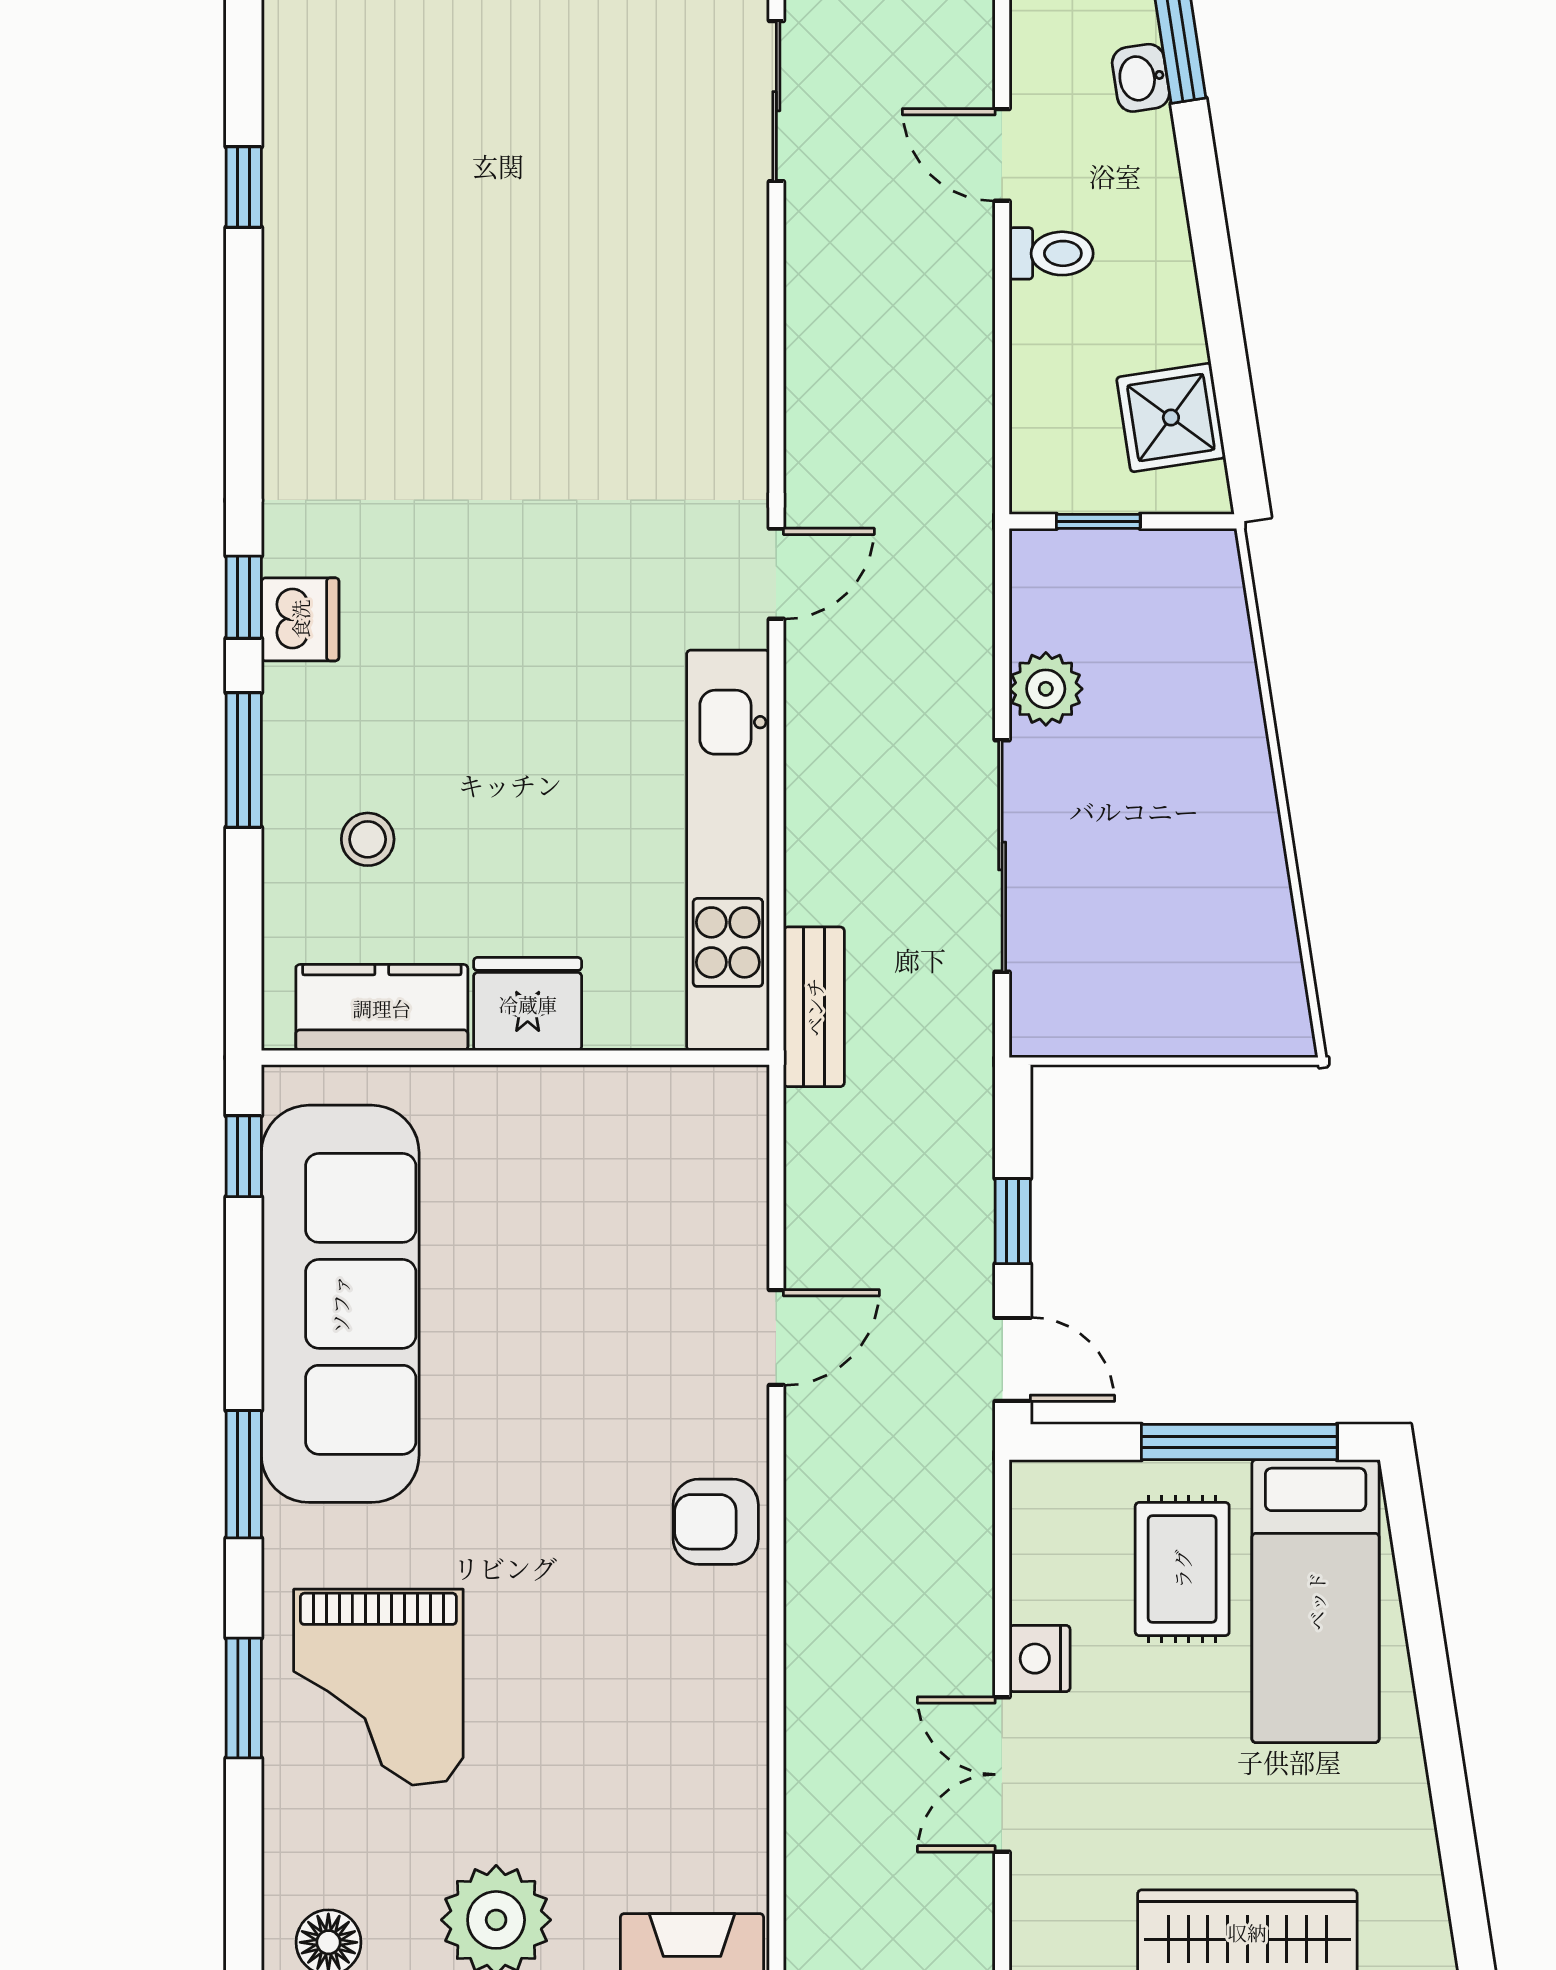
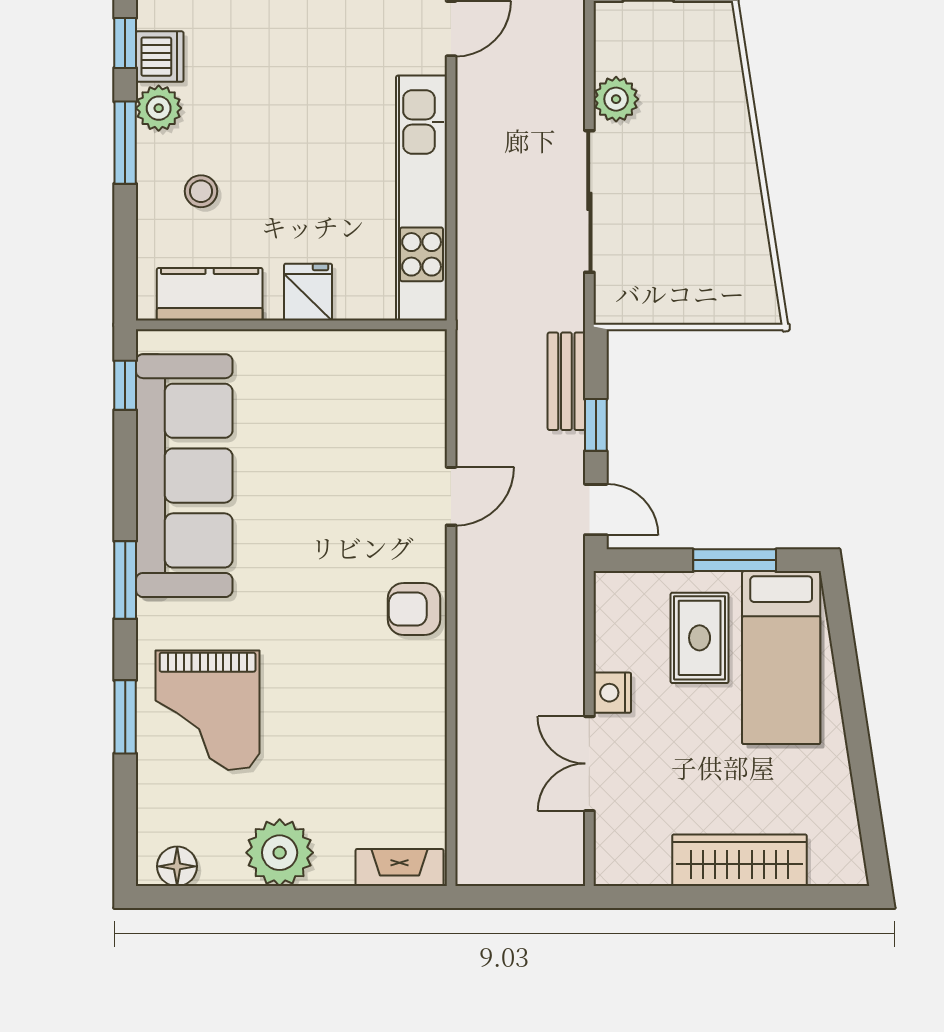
plant: (298, 704) -> (159, 108), added
fridge: (528, 1004) -> (308, 292), width x0.72
bench: (814, 1007) -> (566, 381), moved
window: (1239, 1442) -> (735, 560), width x0.69

